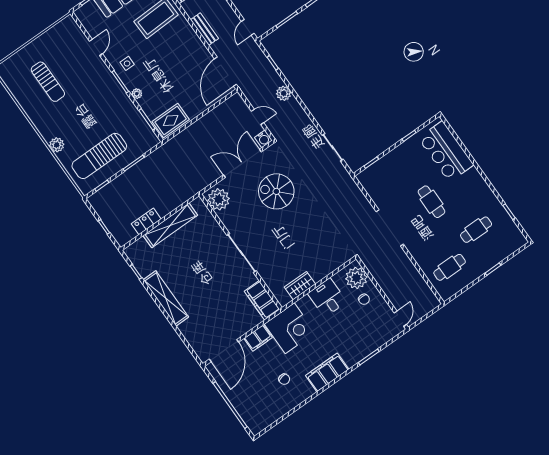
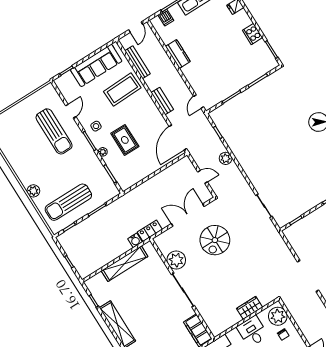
sun lounger: (48, 82) -> (54, 131), moved, width x1.36, depth x1.34
rug: (171, 120) -> (125, 140), moved, turned 90
water cooler: (263, 139) -> (135, 240), moved
spiral stairs: (276, 191) -> (215, 240), turned -90
plant: (219, 199) -> (176, 260), moved
locker: (146, 221) -> (150, 231), moved
wardrobe: (300, 286) -> (250, 308), moved

